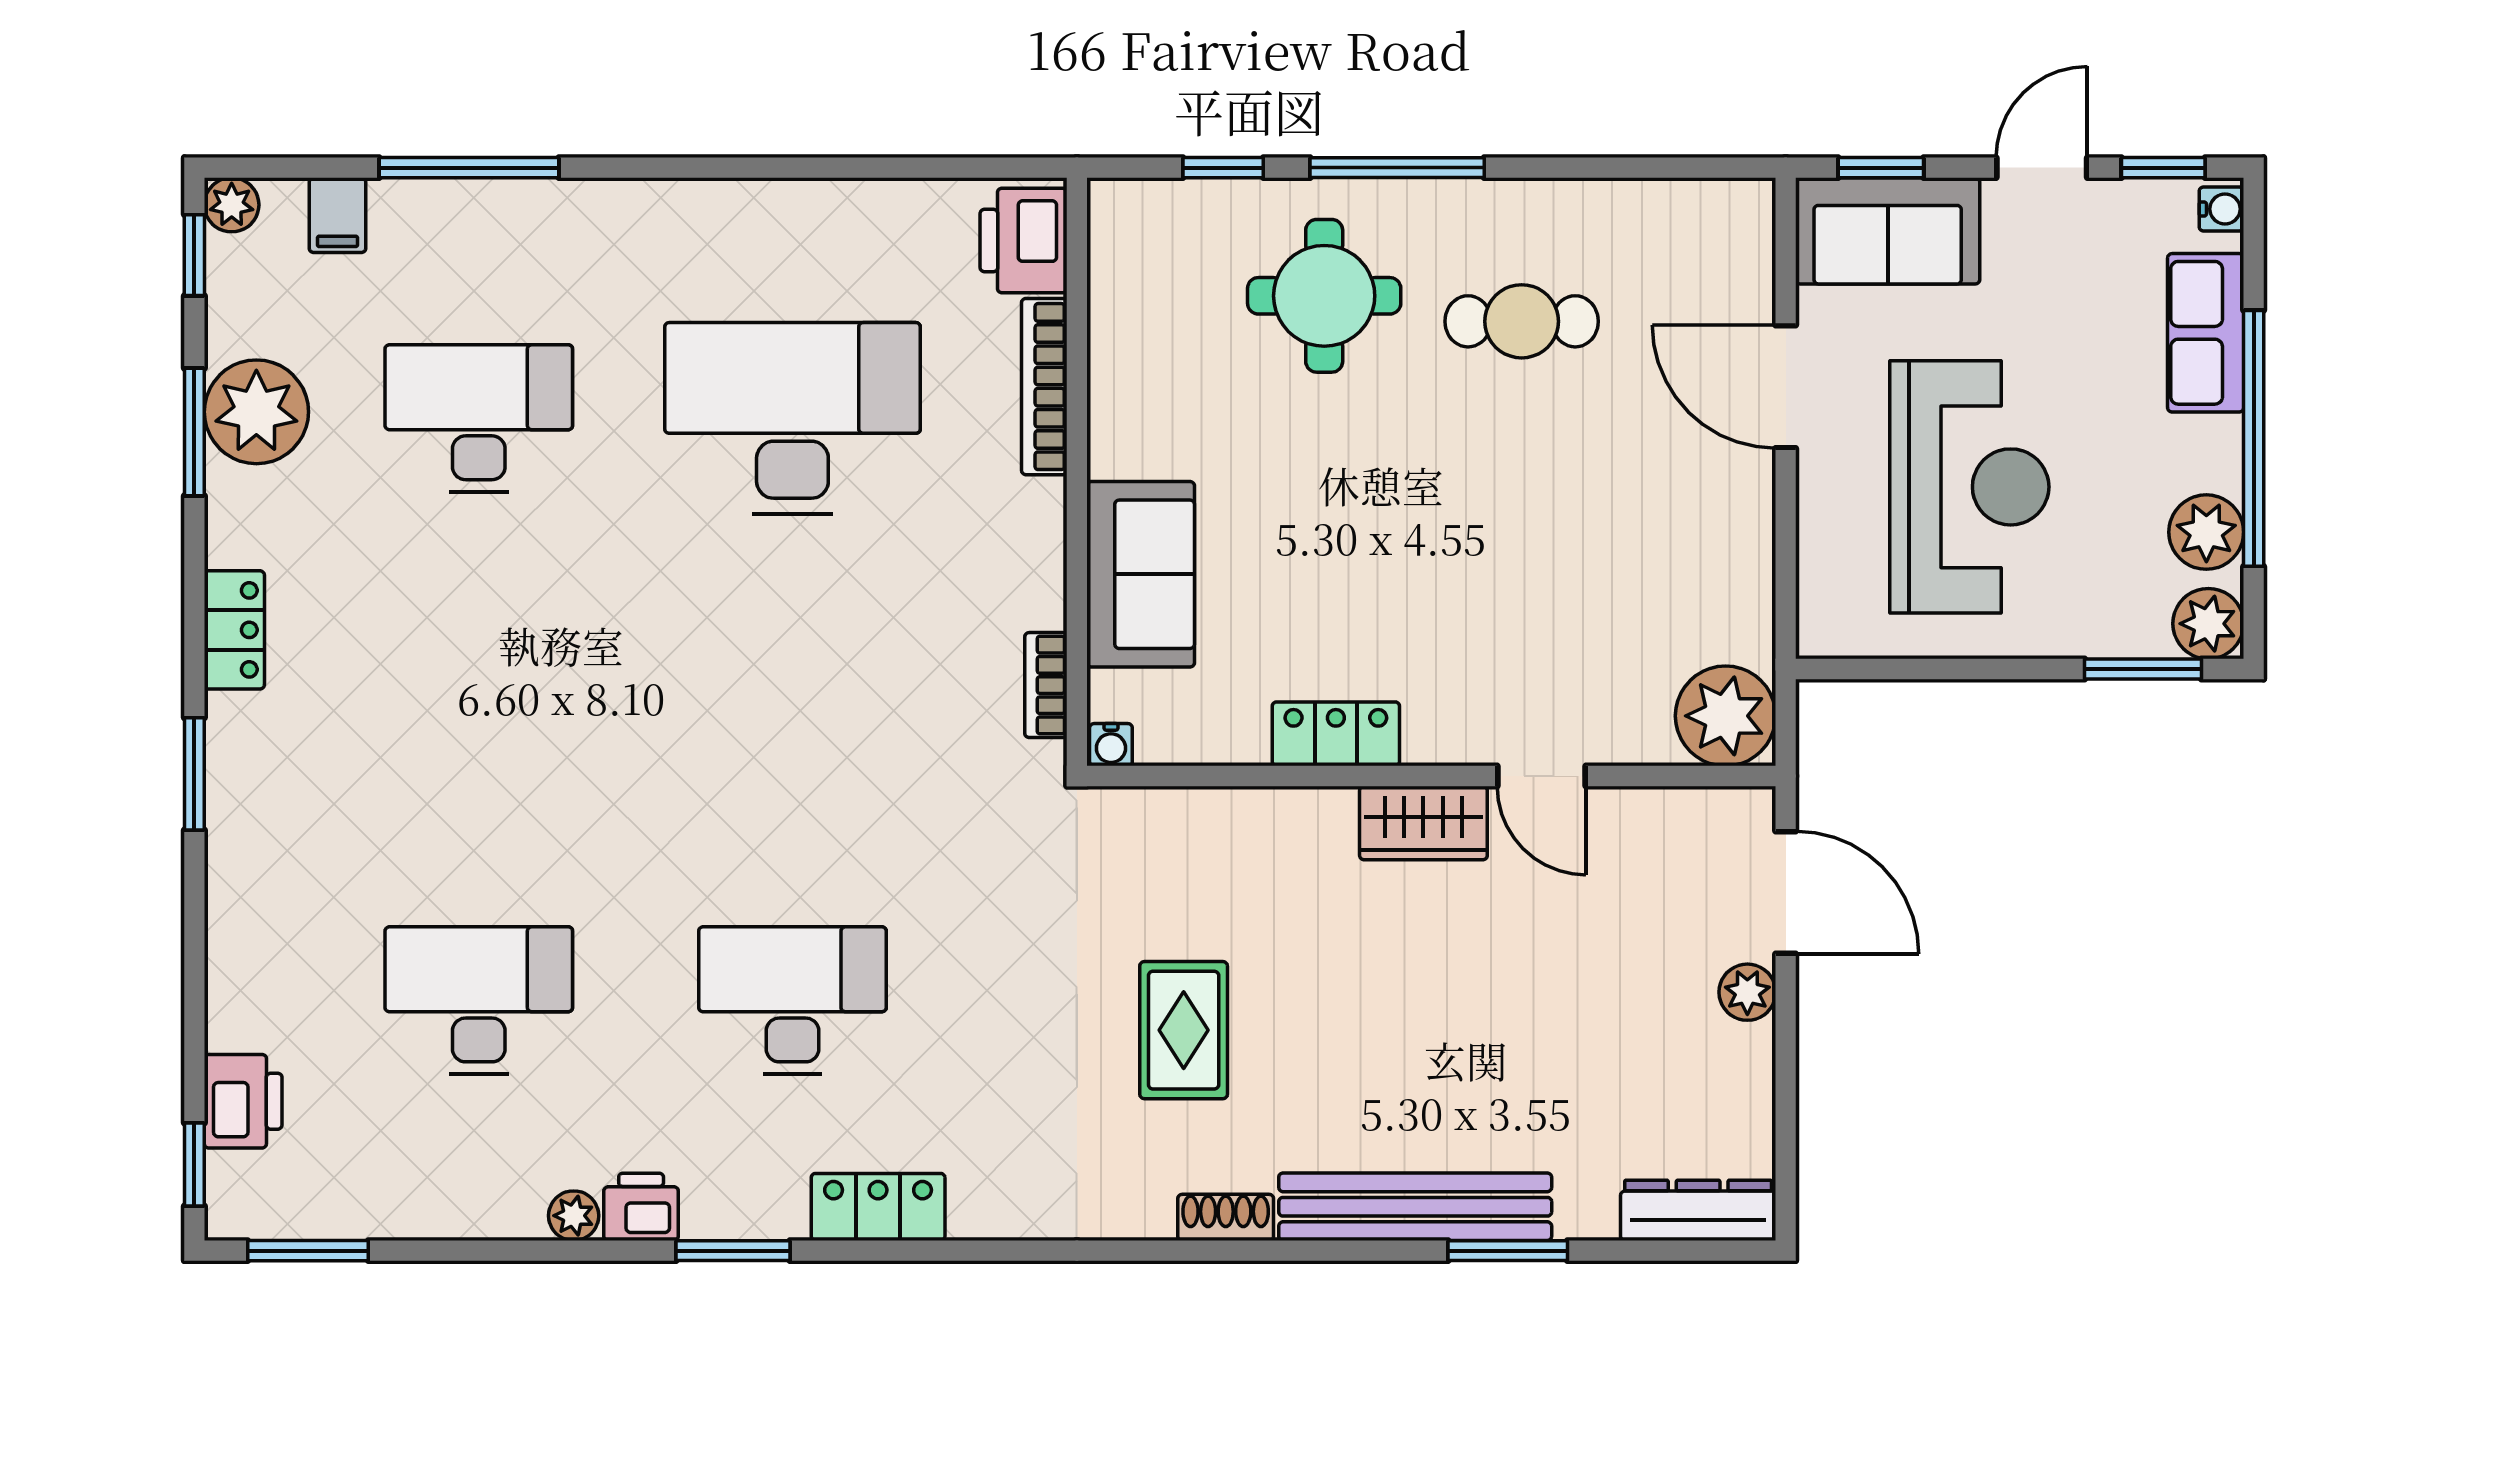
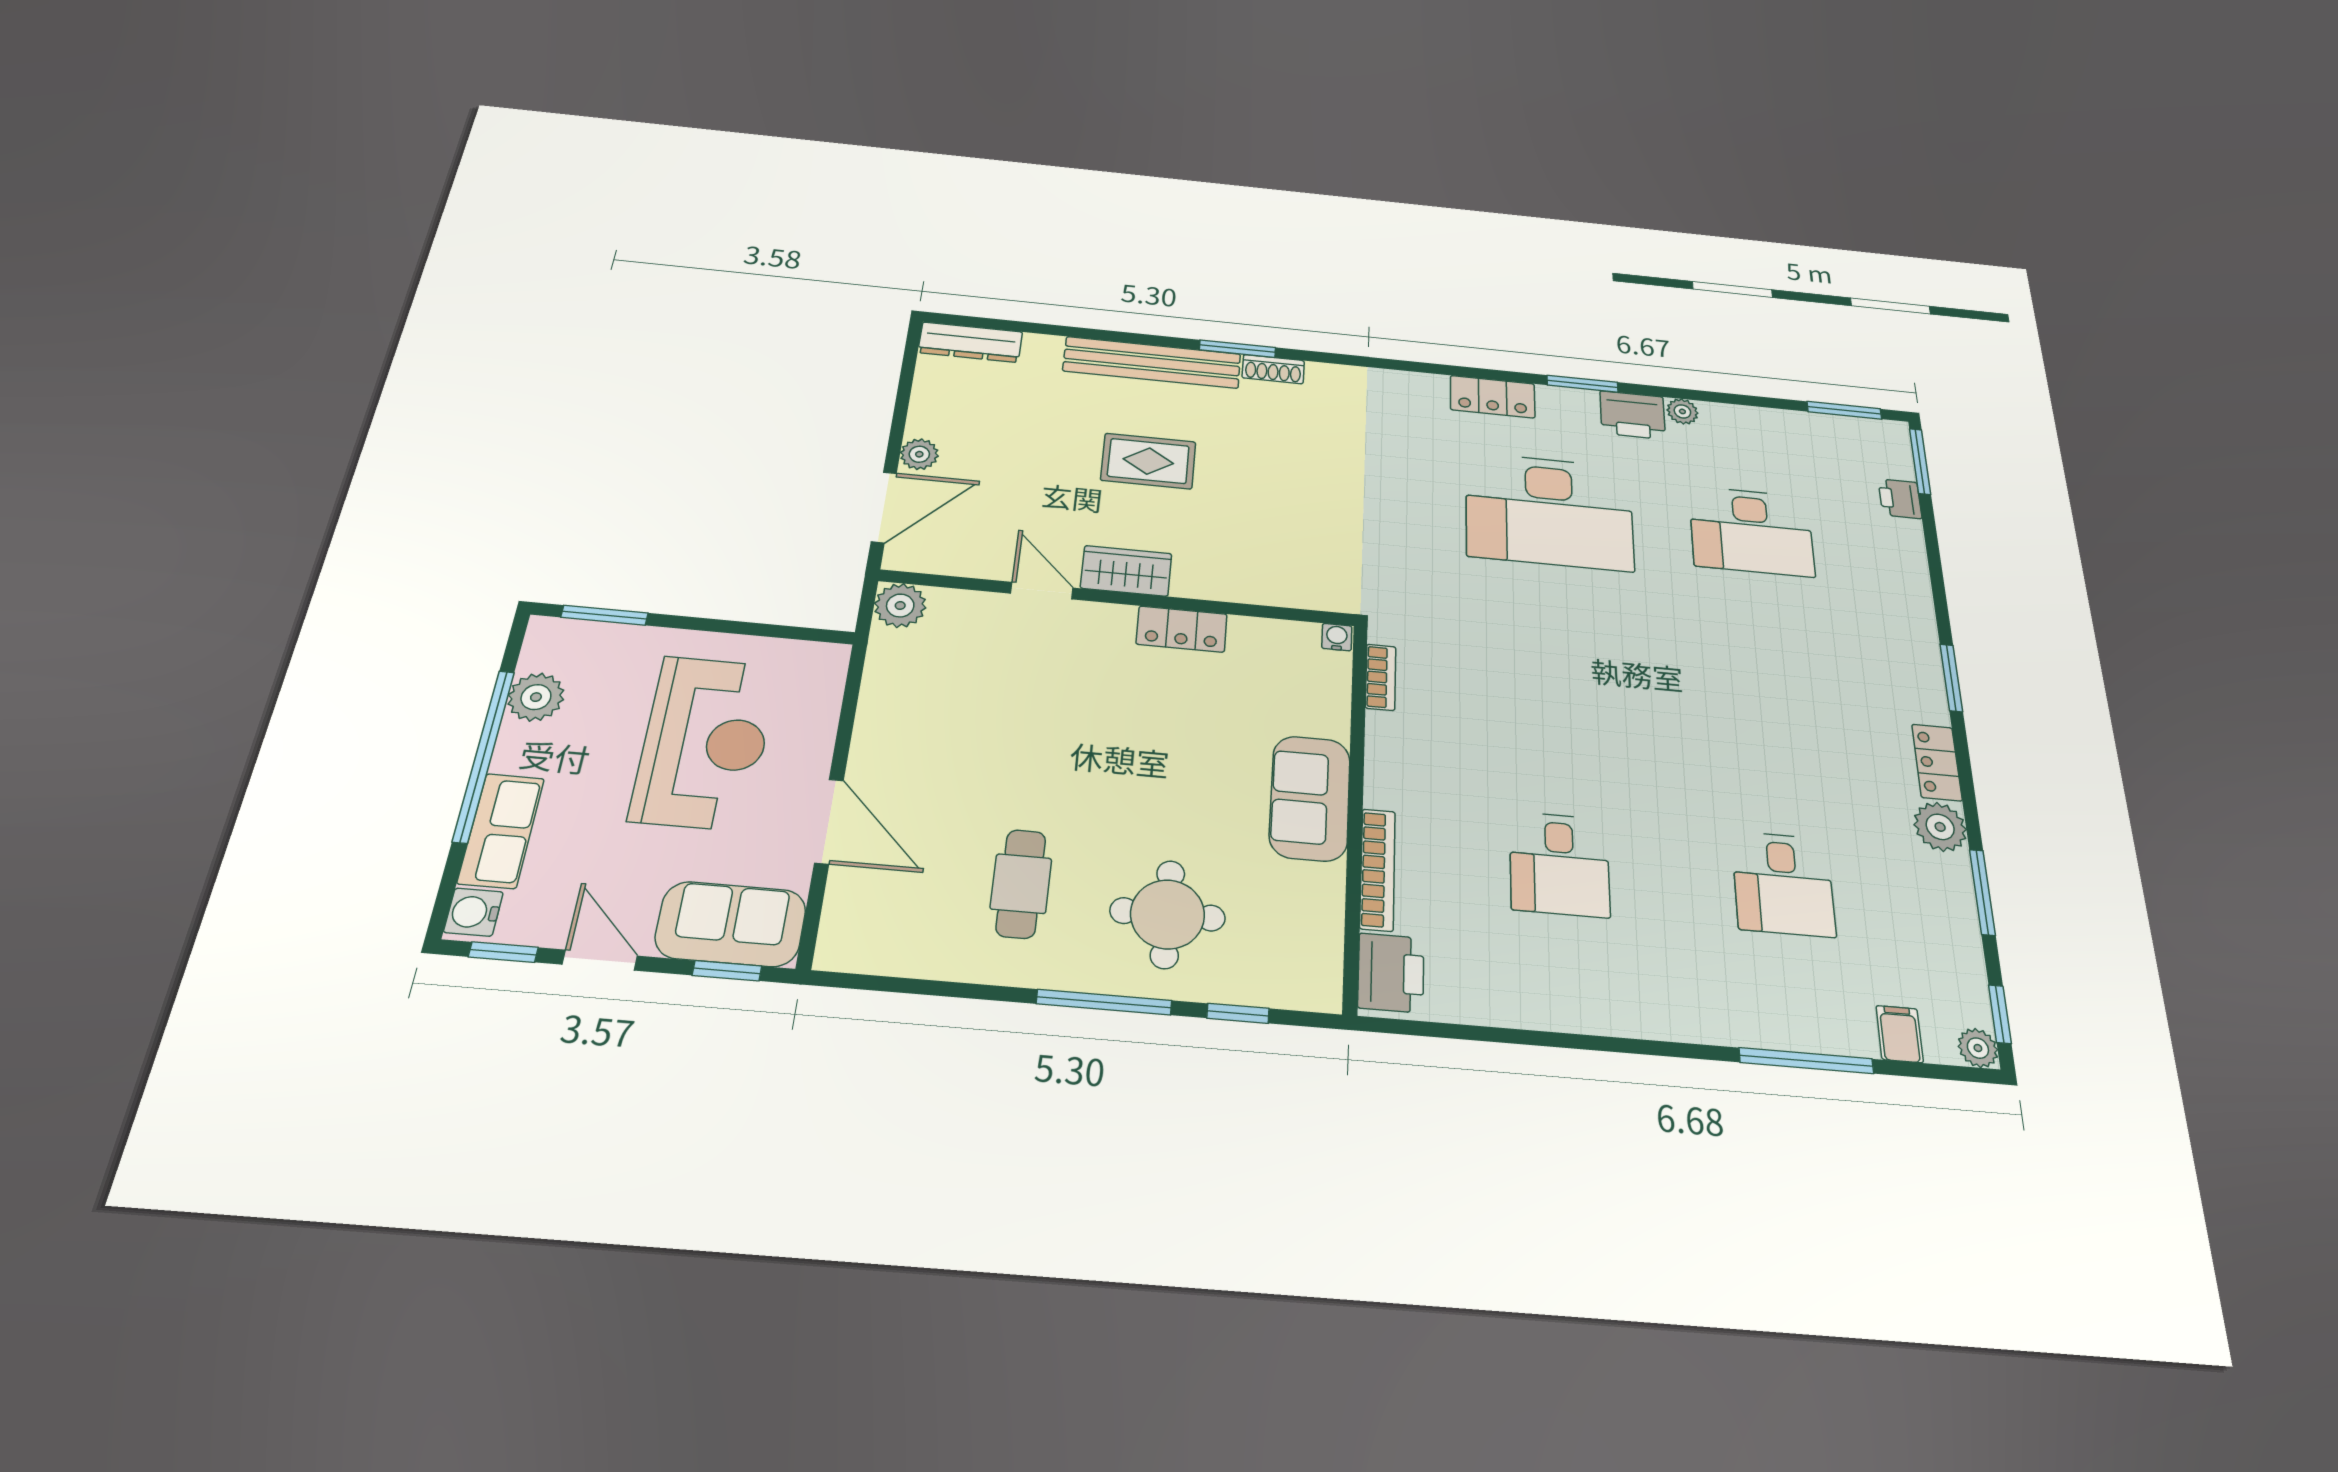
door: (2042, 168) -> (600, 960), swing flipped
water cooler: (2221, 209) -> (473, 912), width x1.38, depth x1.38
cafe table: (1522, 321) -> (1021, 884), turned 90
plant: (256, 412) -> (1940, 827), moved, width x0.73, depth x0.73
desk: (479, 418) -> (1783, 884), width x0.73
desk: (792, 418) -> (1560, 864), width x0.53, depth x0.77
reception desk: (1969, 487) -> (705, 742), turned 180
sofa: (1141, 574) -> (1310, 798), moved
plant: (2208, 624) -> (550, 639), removed
plant: (1726, 716) -> (900, 605), width x0.73, depth x0.73
door: (1786, 893) -> (884, 507), swing flipped
desk: (792, 1000) -> (1549, 511), width x1.36, depth x1.30
rug: (1184, 1030) -> (1148, 461), moved, turned 90
printer: (243, 1101) -> (1900, 499), width x0.73, depth x0.81
window: (194, 1165) -> (1920, 461), width x1.50
printer: (641, 1207) -> (1633, 415), width x1.36, depth x1.24
window: (1508, 1251) -> (1237, 349), moved

